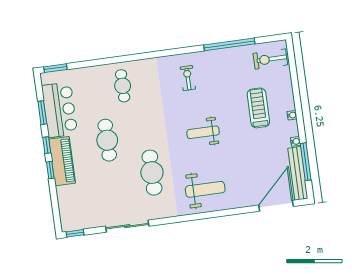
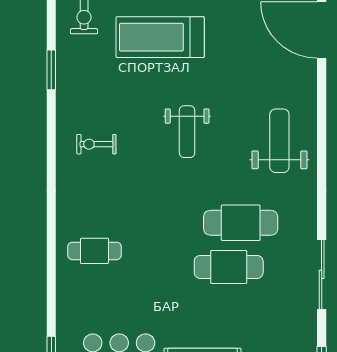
window: (229, 44) -> (51, 70), width x0.47
treadmill: (258, 108) -> (160, 37), width x1.37, depth x1.38
cafe table: (107, 140) -> (229, 267), moved

